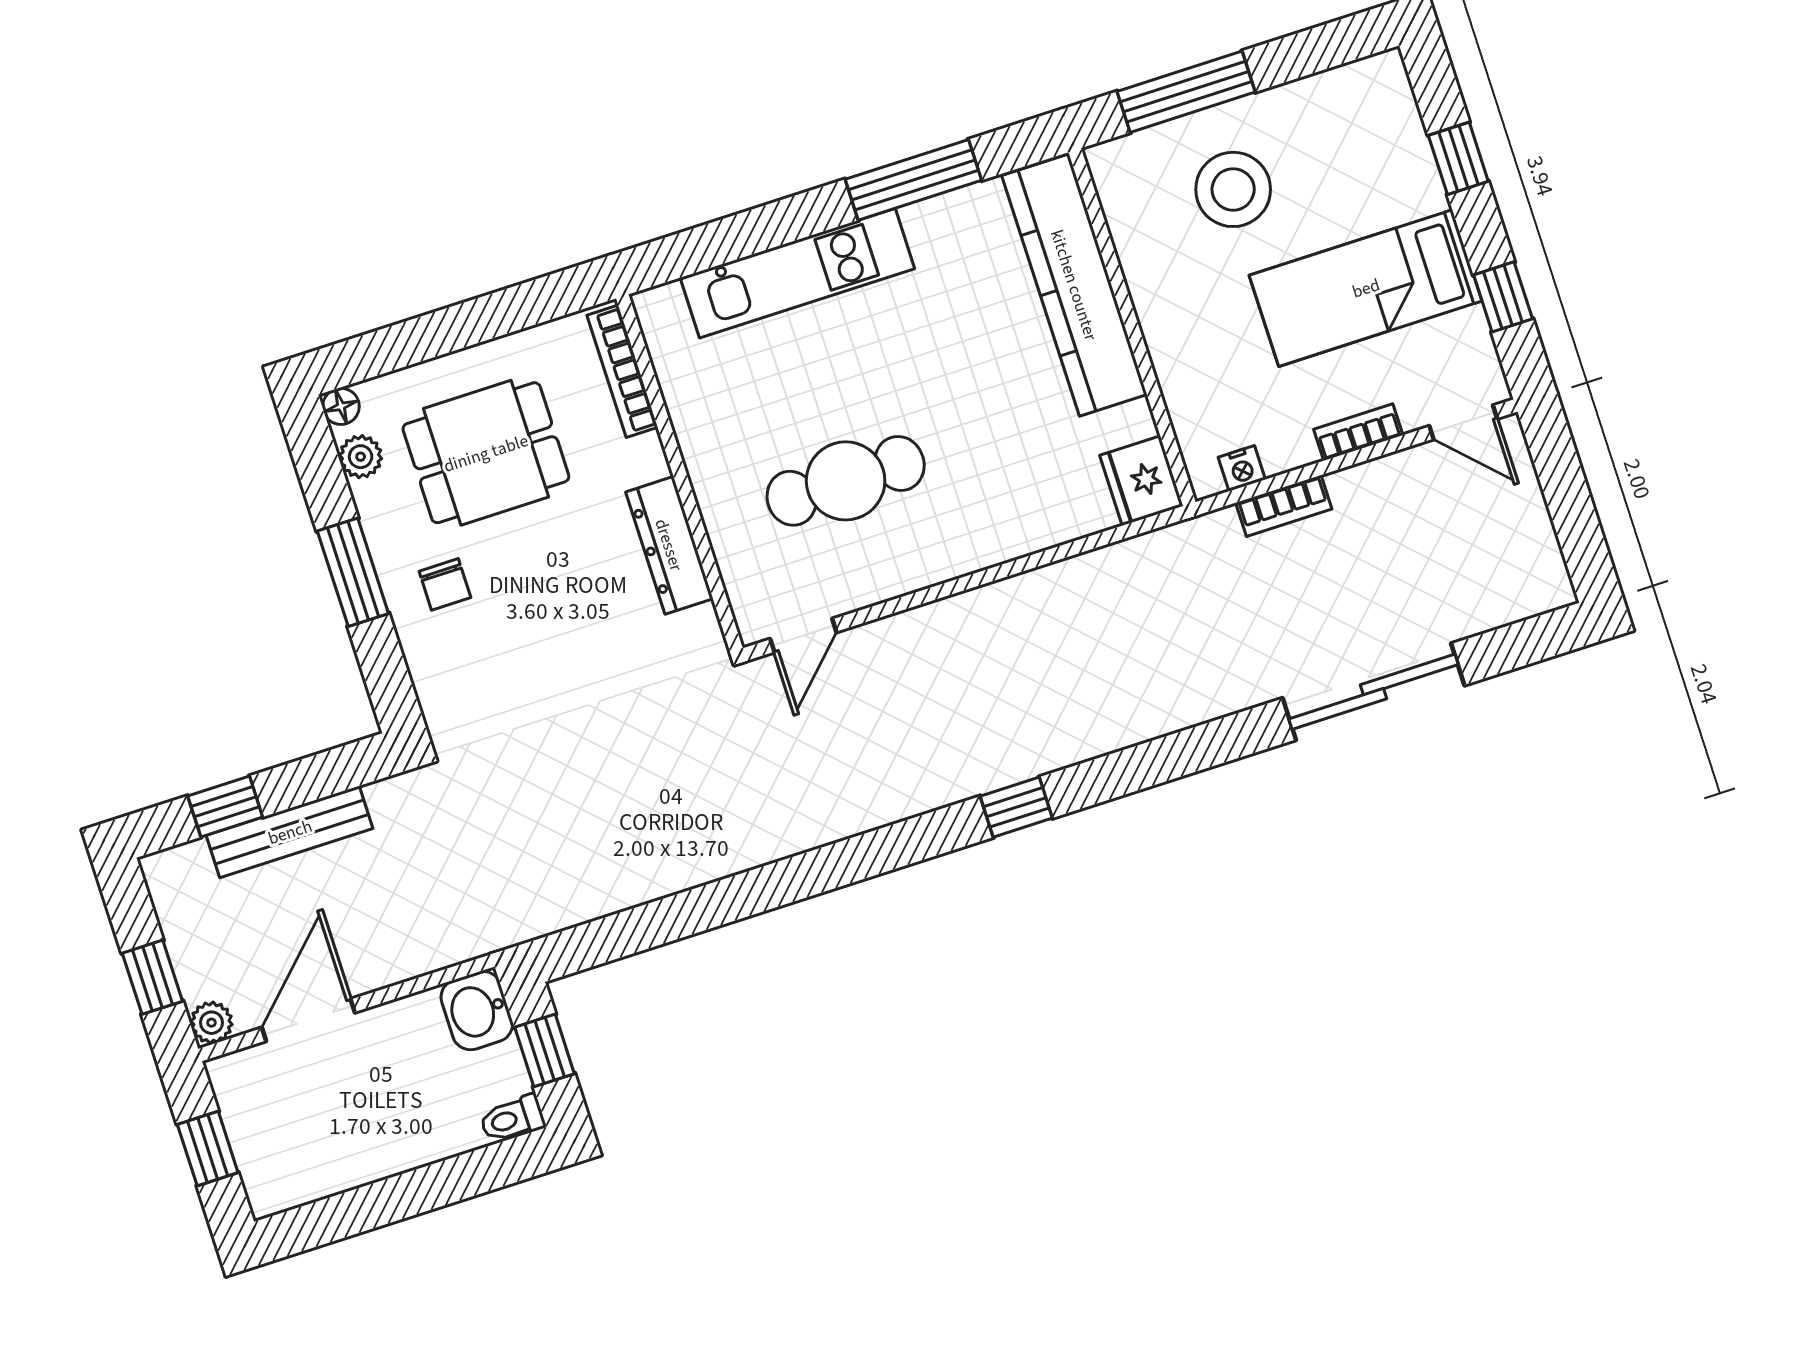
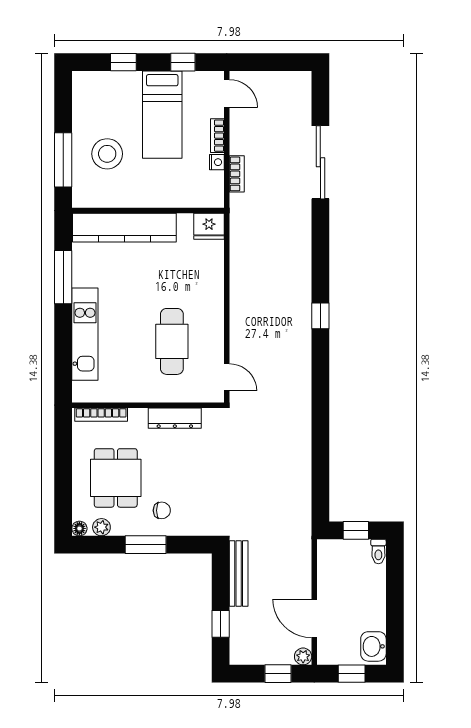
door: (1463, 422) -> (227, 94), hinge flipped
nightstand: (1242, 468) -> (217, 162), moved
bench: (290, 832) -> (239, 573), moved
washbasin: (477, 1011) -> (373, 646), moved, turned 90

